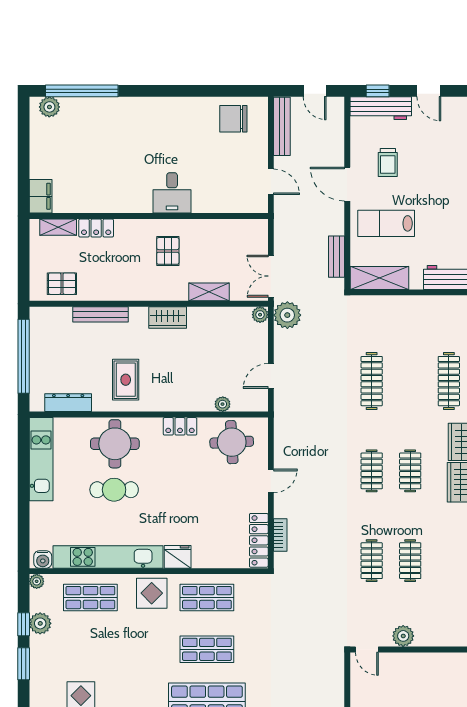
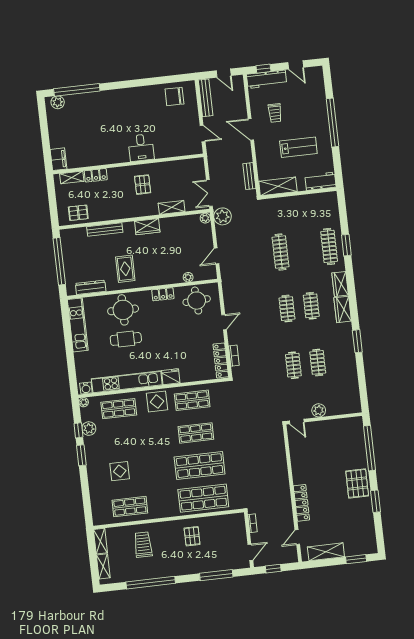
lab bench: (386, 223) -> (298, 147), moved, turned 180

